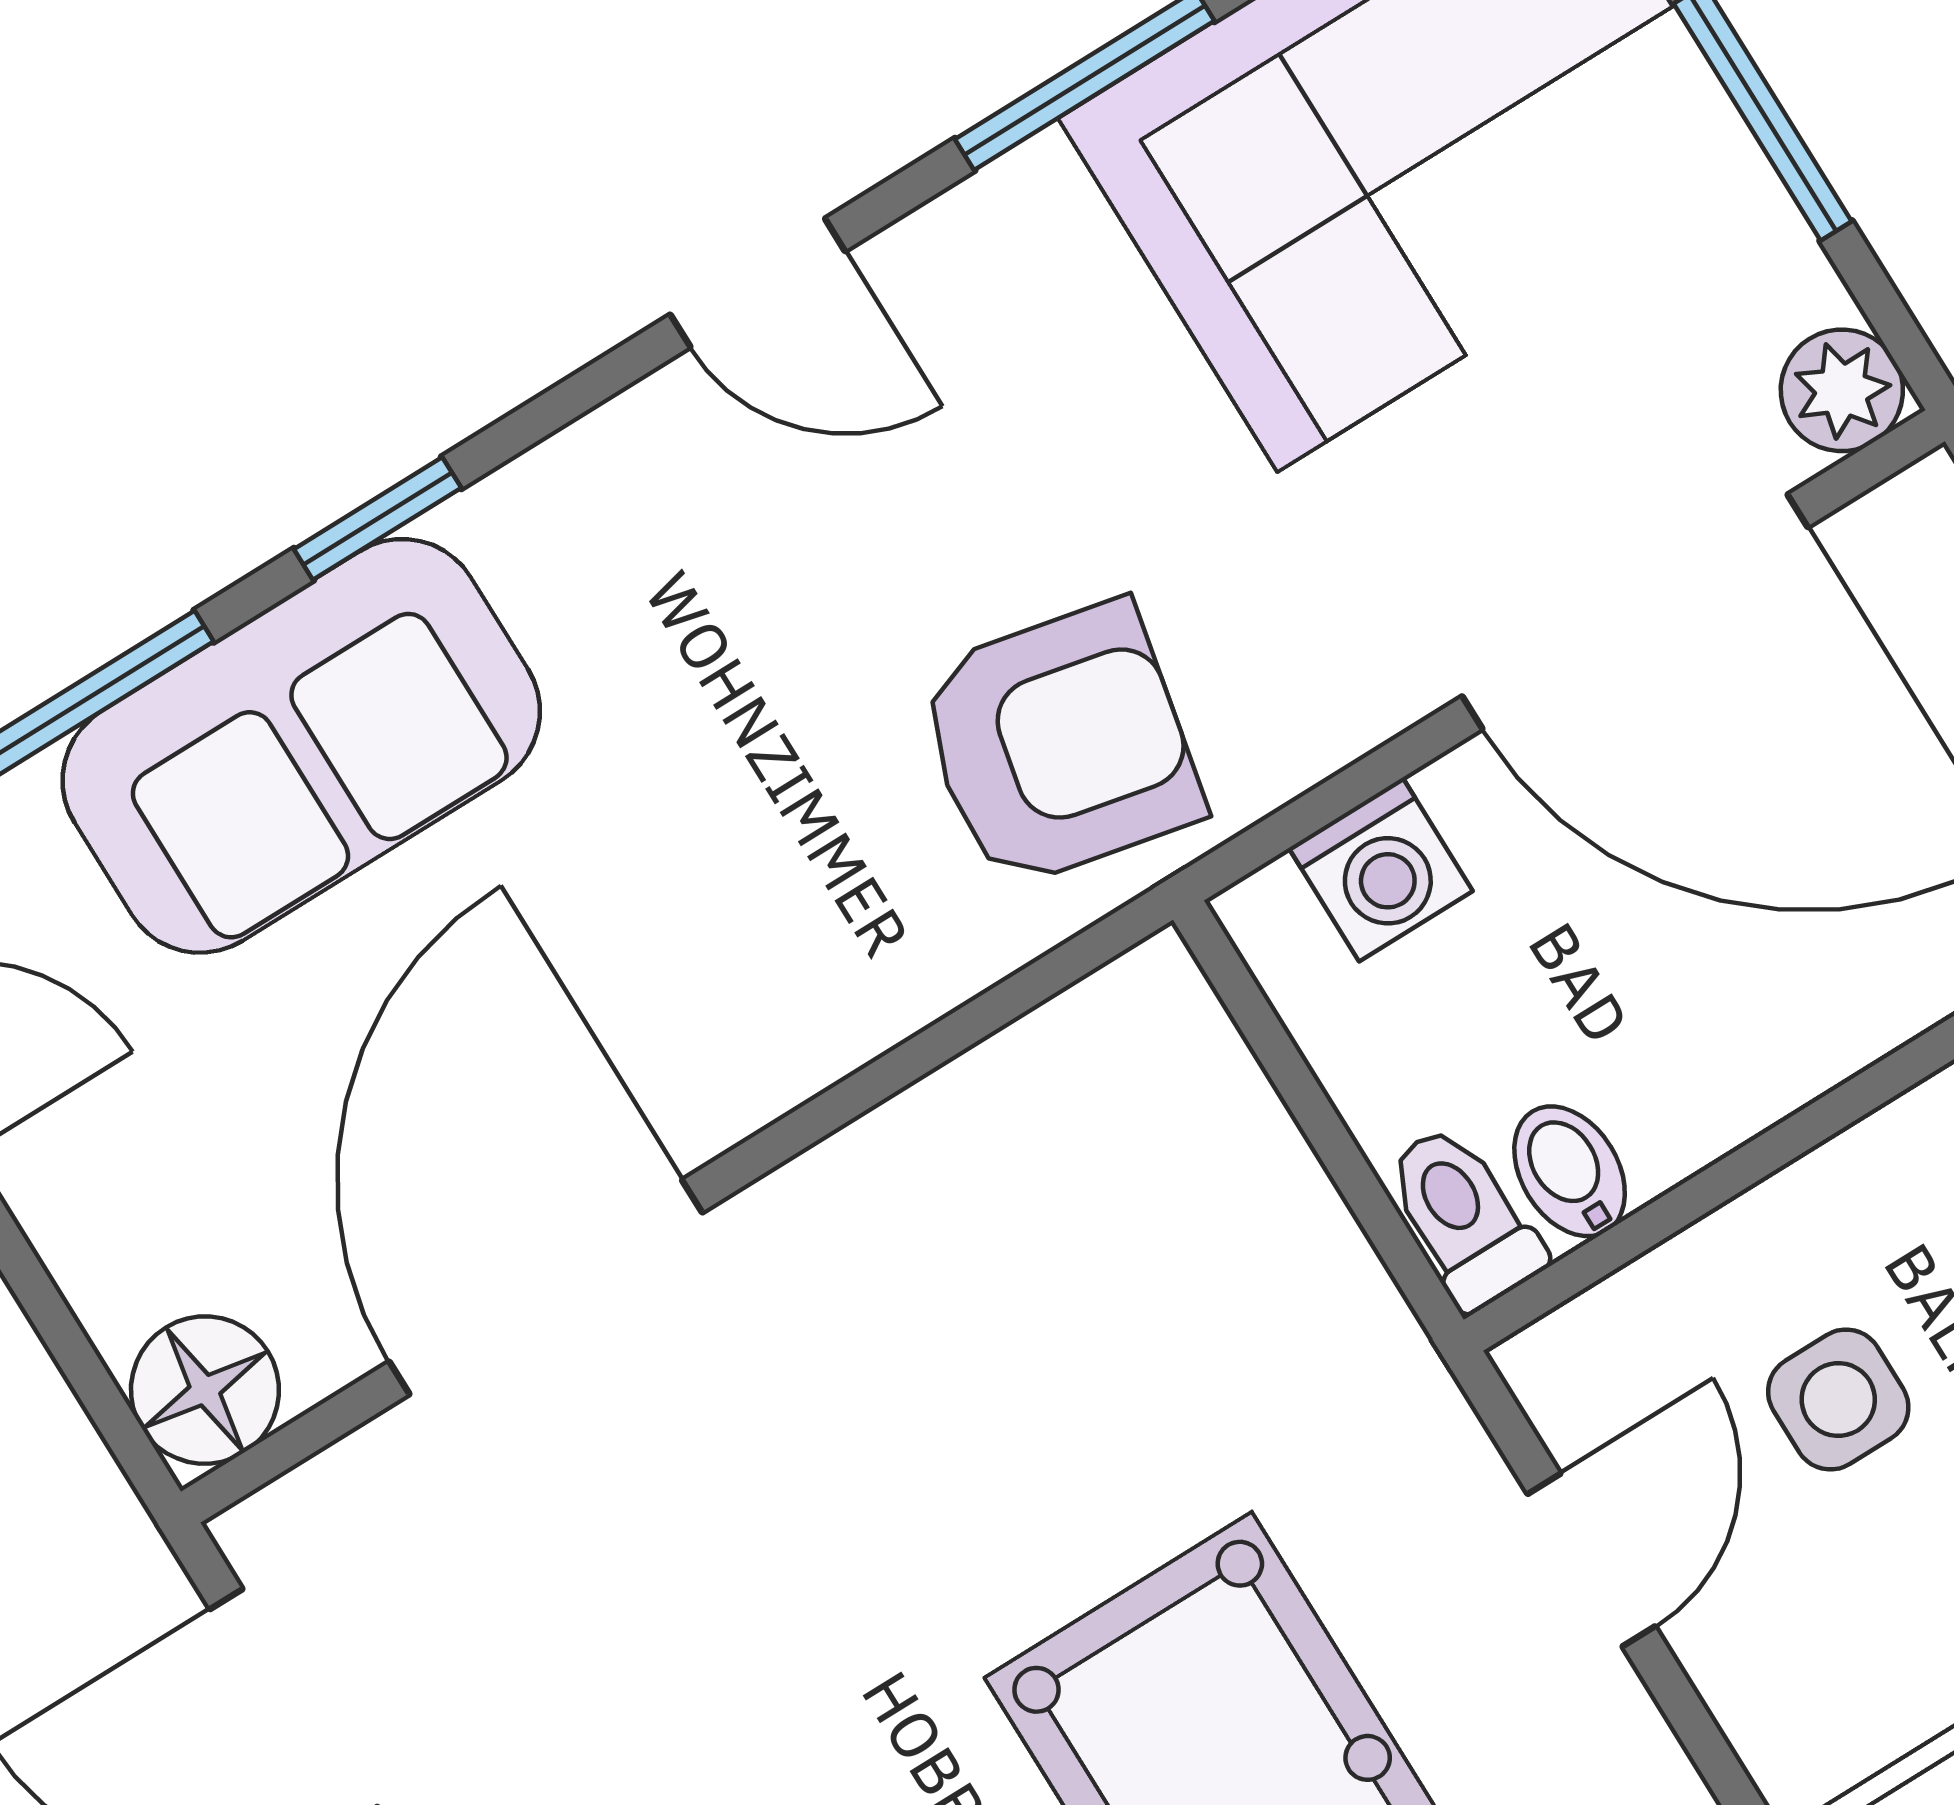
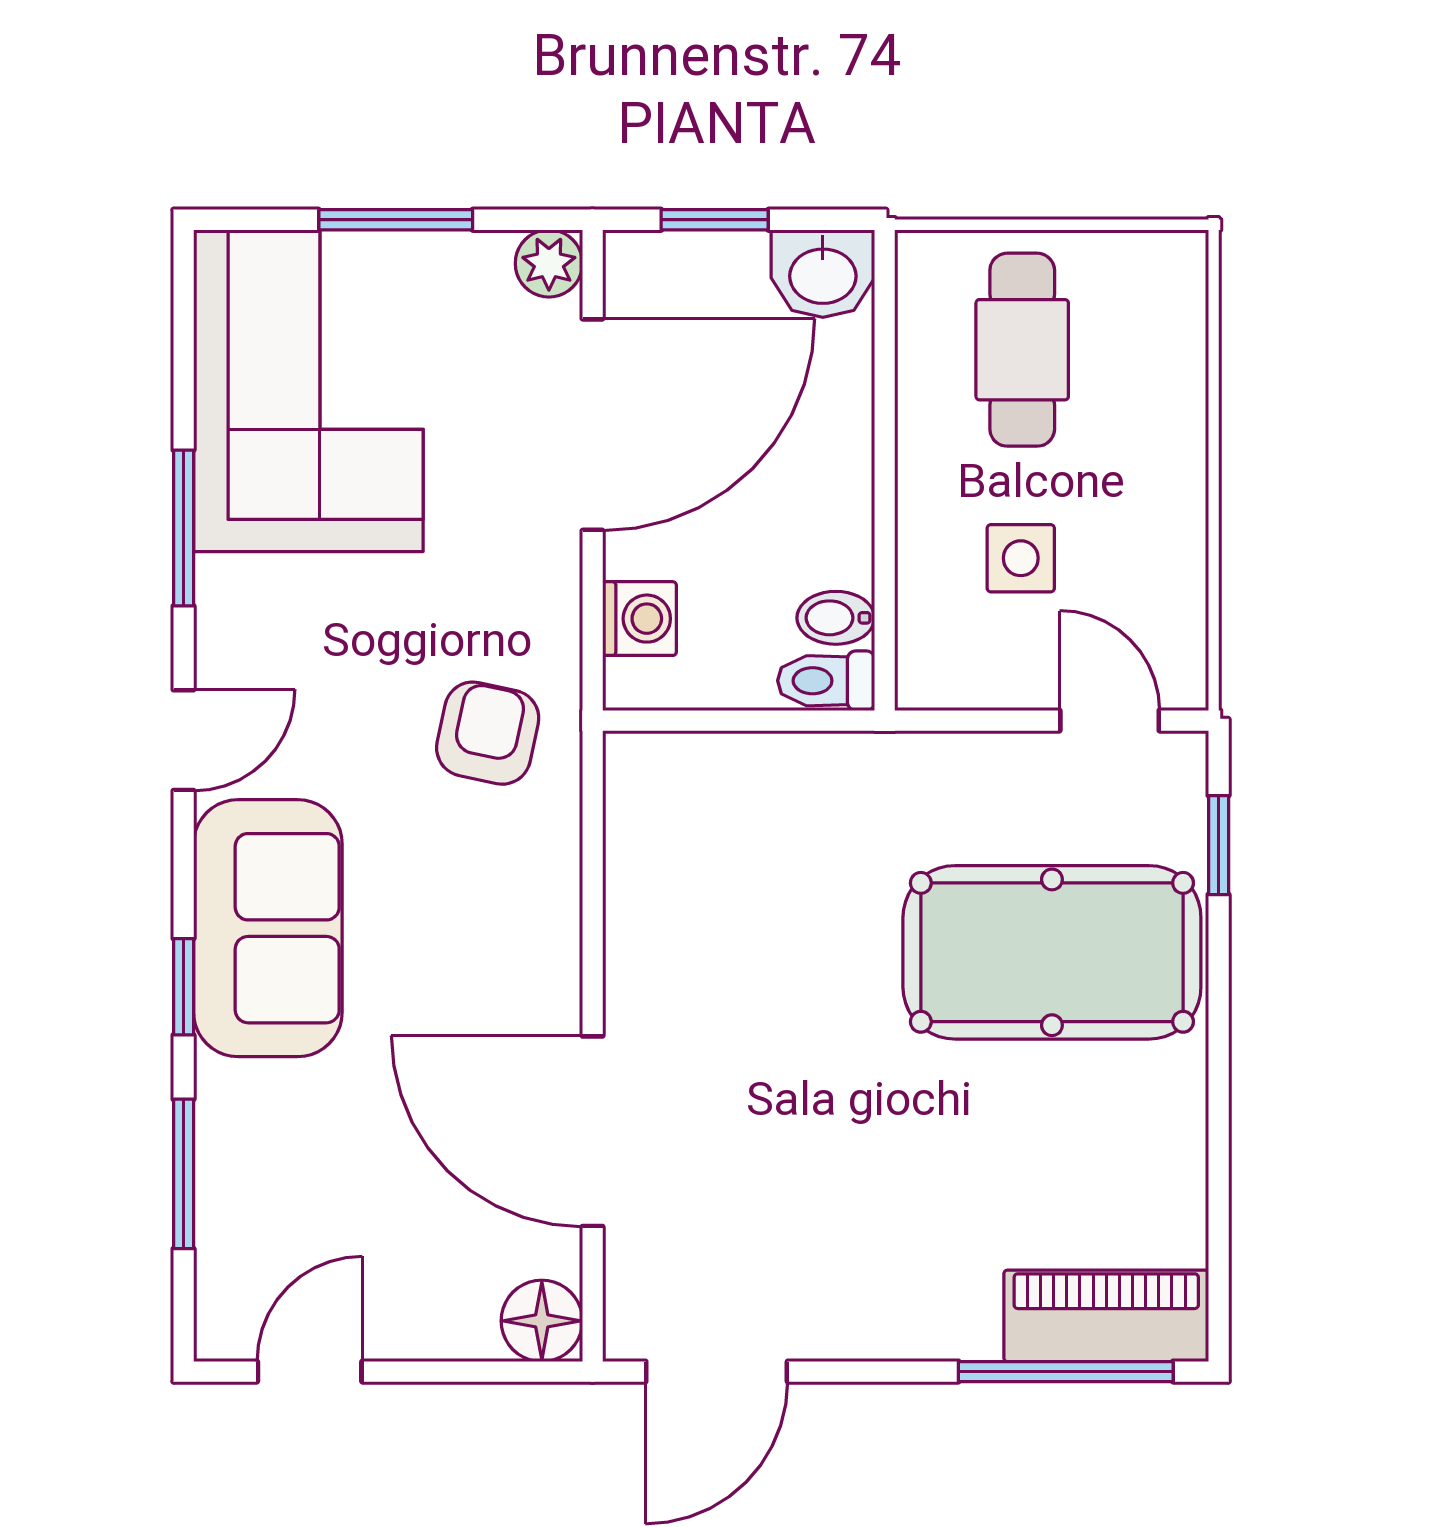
armchair: (1059, 745) -> (488, 733), width x0.72, depth x0.72
sofa: (301, 746) -> (268, 928), moved
door: (1591, 1560) -> (1110, 721), moved

